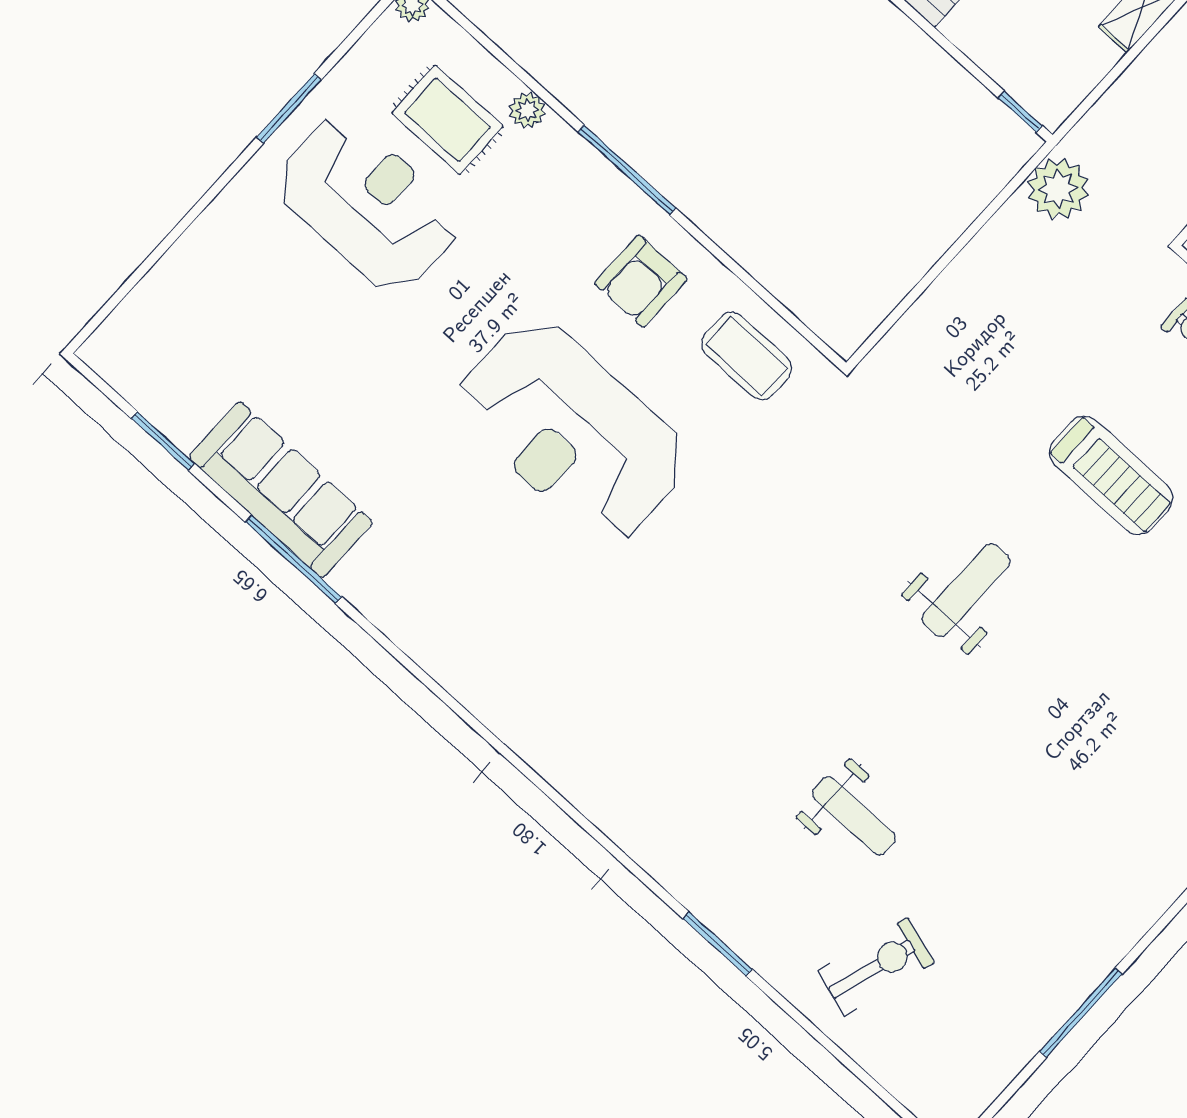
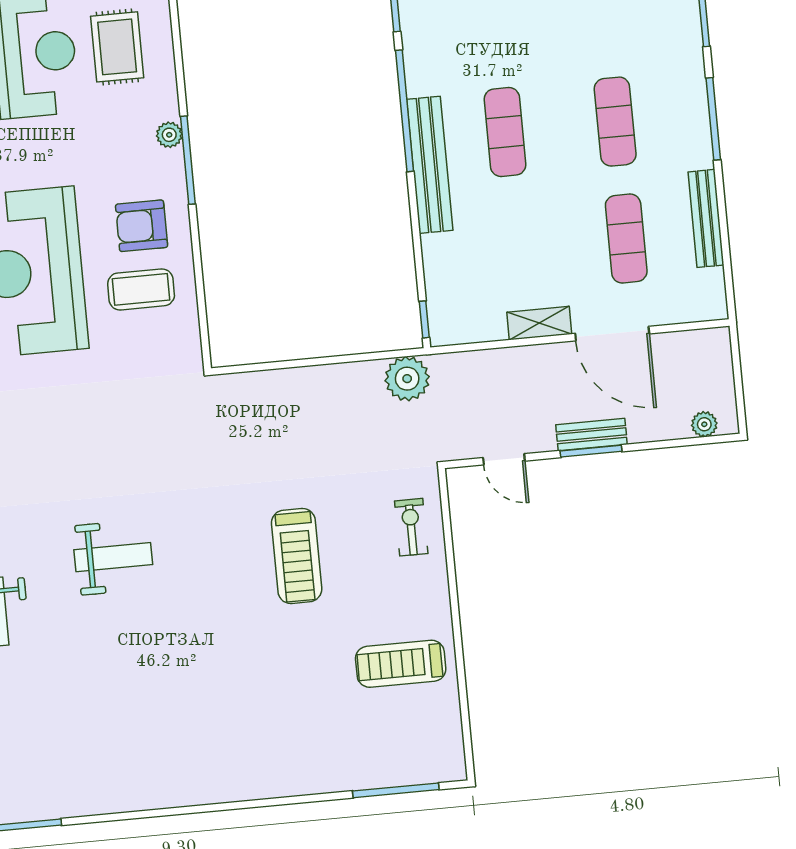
plant: (527, 110) -> (169, 135), moved
coffee table: (746, 356) -> (141, 289), moved, turned 90
weight bench: (966, 590) -> (113, 557), moved

